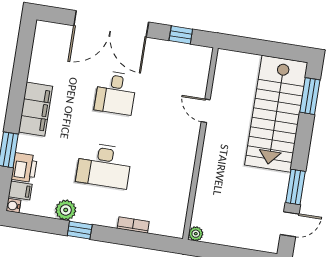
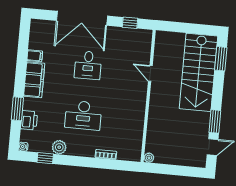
filing cabinet: (20, 190) -> (35, 56), moved
window: (80, 230) -> (45, 158), moved

